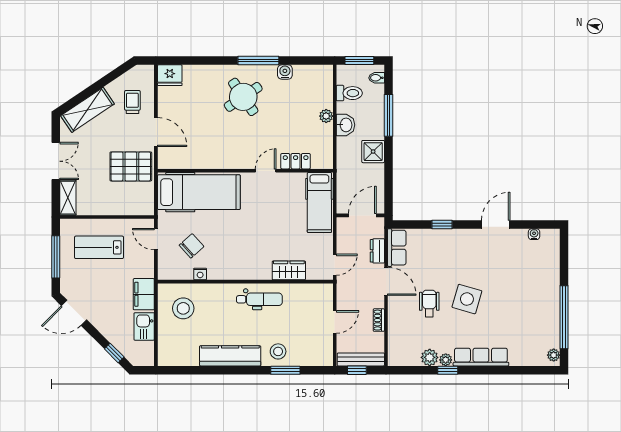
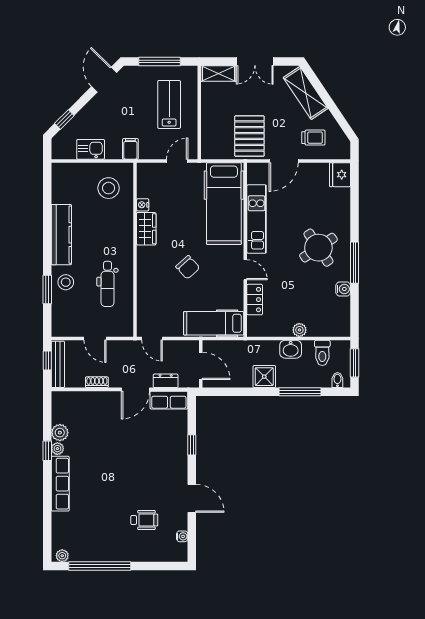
kitchen unit: (214, 159) -> (257, 219), added
chair: (191, 246) -> (188, 267), moved
wardrobe: (289, 270) -> (146, 229), moved
filing cabinet: (144, 294) -> (130, 149), width x0.50
dental chair: (259, 299) -> (108, 284), moved
side table: (467, 299) -> (118, 470), removed
wheelchair: (429, 303) -> (144, 520), moved

